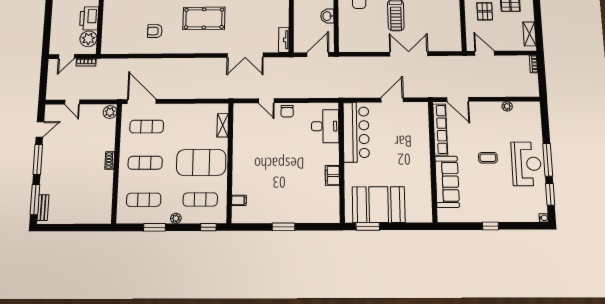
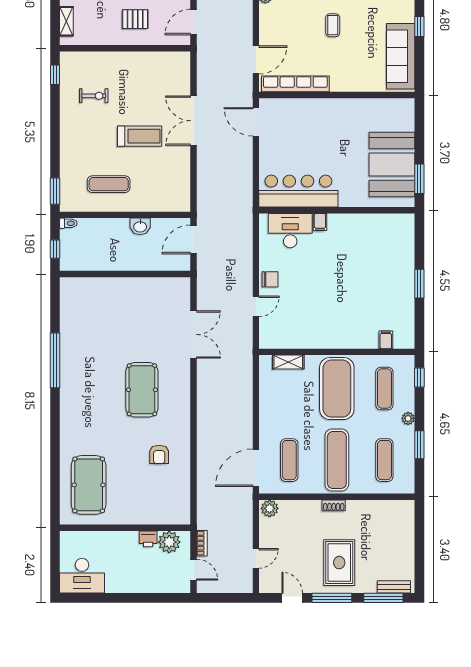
printer: (89, 18) -> (148, 539), width x0.53, depth x0.68
tv unit: (284, 40) -> (173, 284), removed
door: (318, 55) -> (194, 239), hinge flipped
door: (392, 100) -> (256, 122), moved
exercise mat: (145, 163) -> (337, 460), width x1.36, depth x1.45
rug: (65, 165) -> (339, 563), added
filing cabinet: (332, 176) -> (320, 222), moved, width x0.50
sofa: (447, 182) -> (401, 56), moved, turned -90

